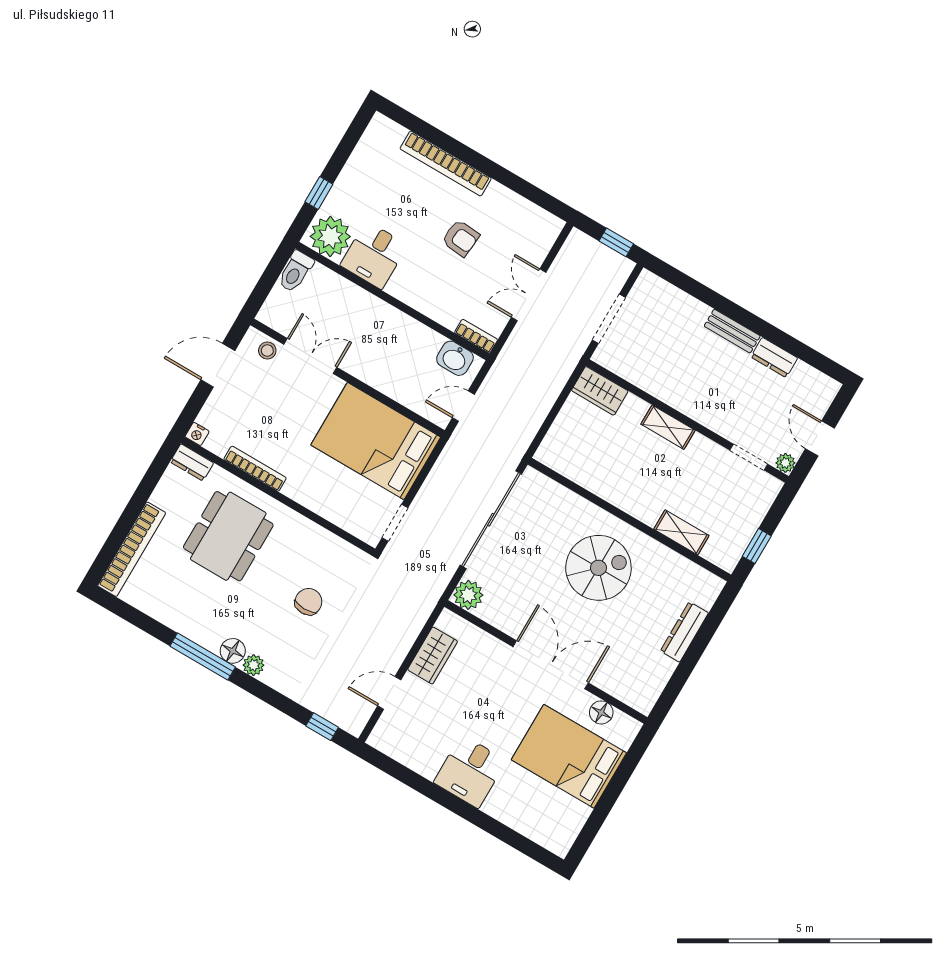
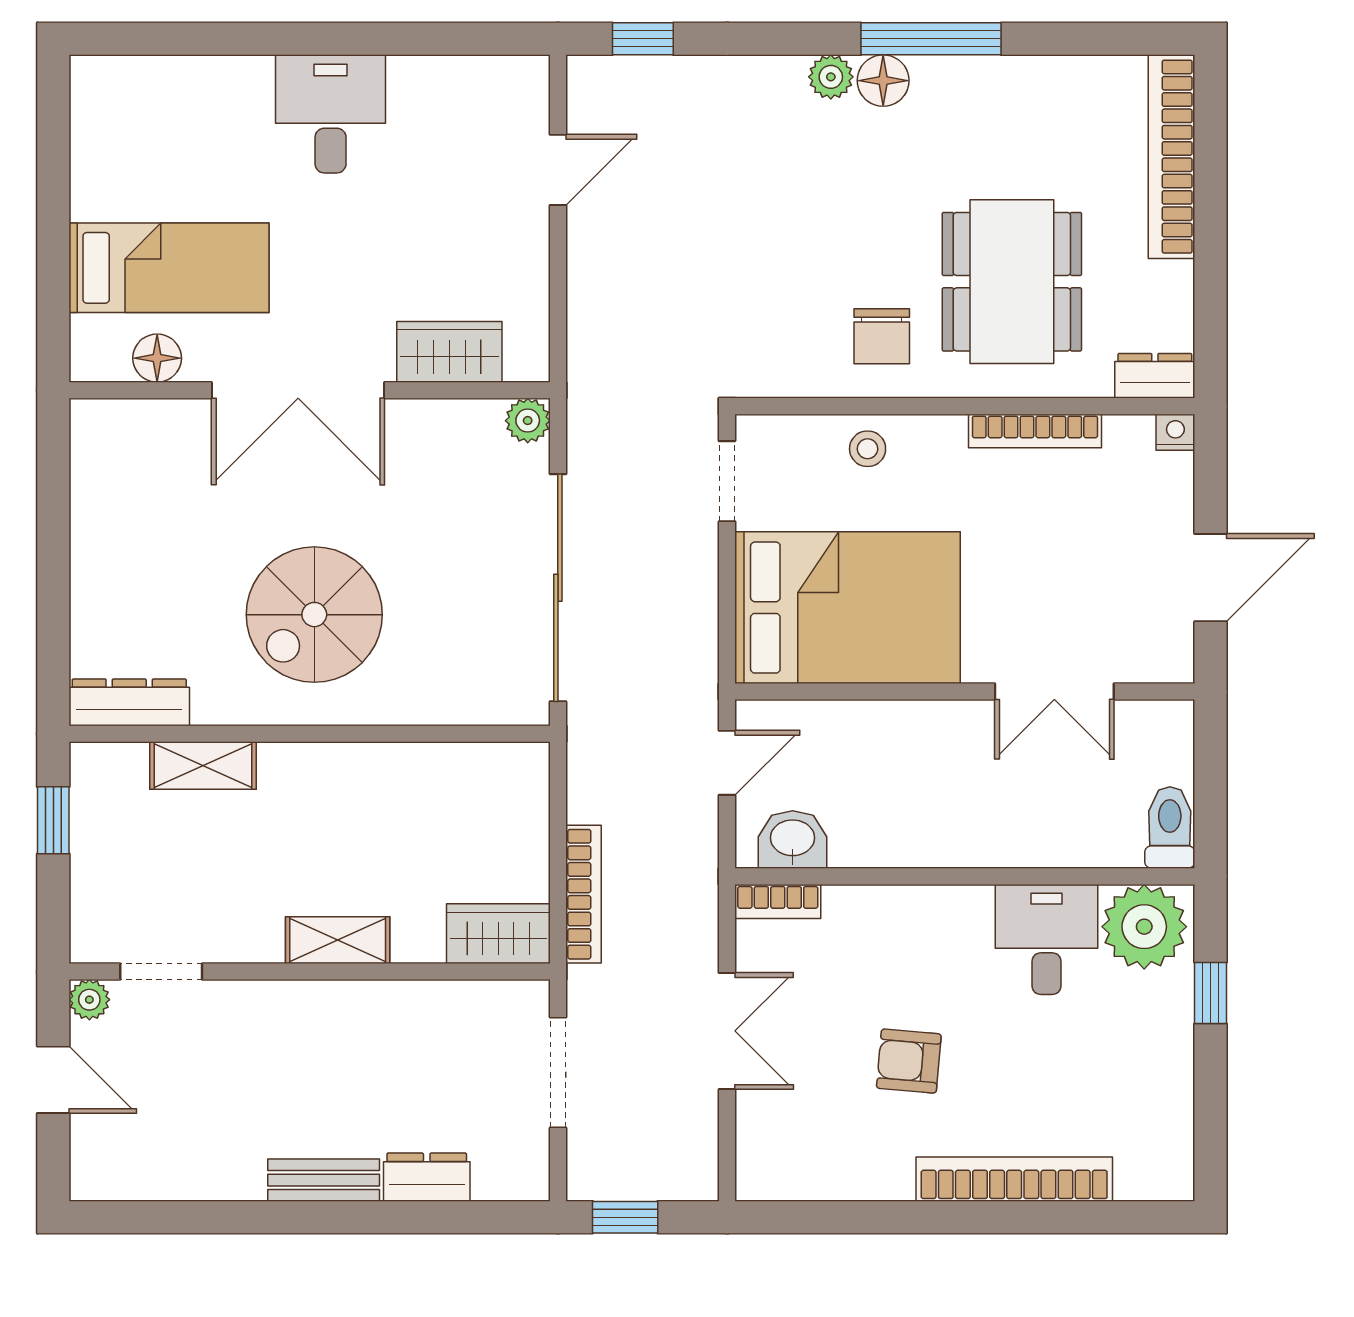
stool: (267, 350) -> (868, 449), moved
dresser: (774, 357) -> (427, 1177), moved
bookcase: (555, 386) -> (584, 894), added
plant: (468, 595) -> (528, 421), width x0.73, depth x0.73
chair: (308, 602) -> (882, 336), moved
dresser: (684, 632) -> (129, 702), moved, turned -90
wardrobe: (433, 656) -> (449, 352), moved, turned 90
bed: (569, 756) -> (169, 268), width x0.67

